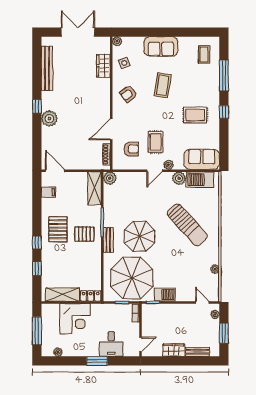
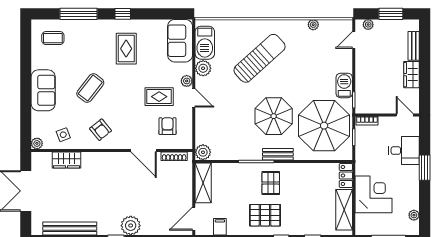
coffee table: (163, 85) -> (90, 88), turned -61
shelving: (94, 188) -> (203, 183), moved, turned 90

